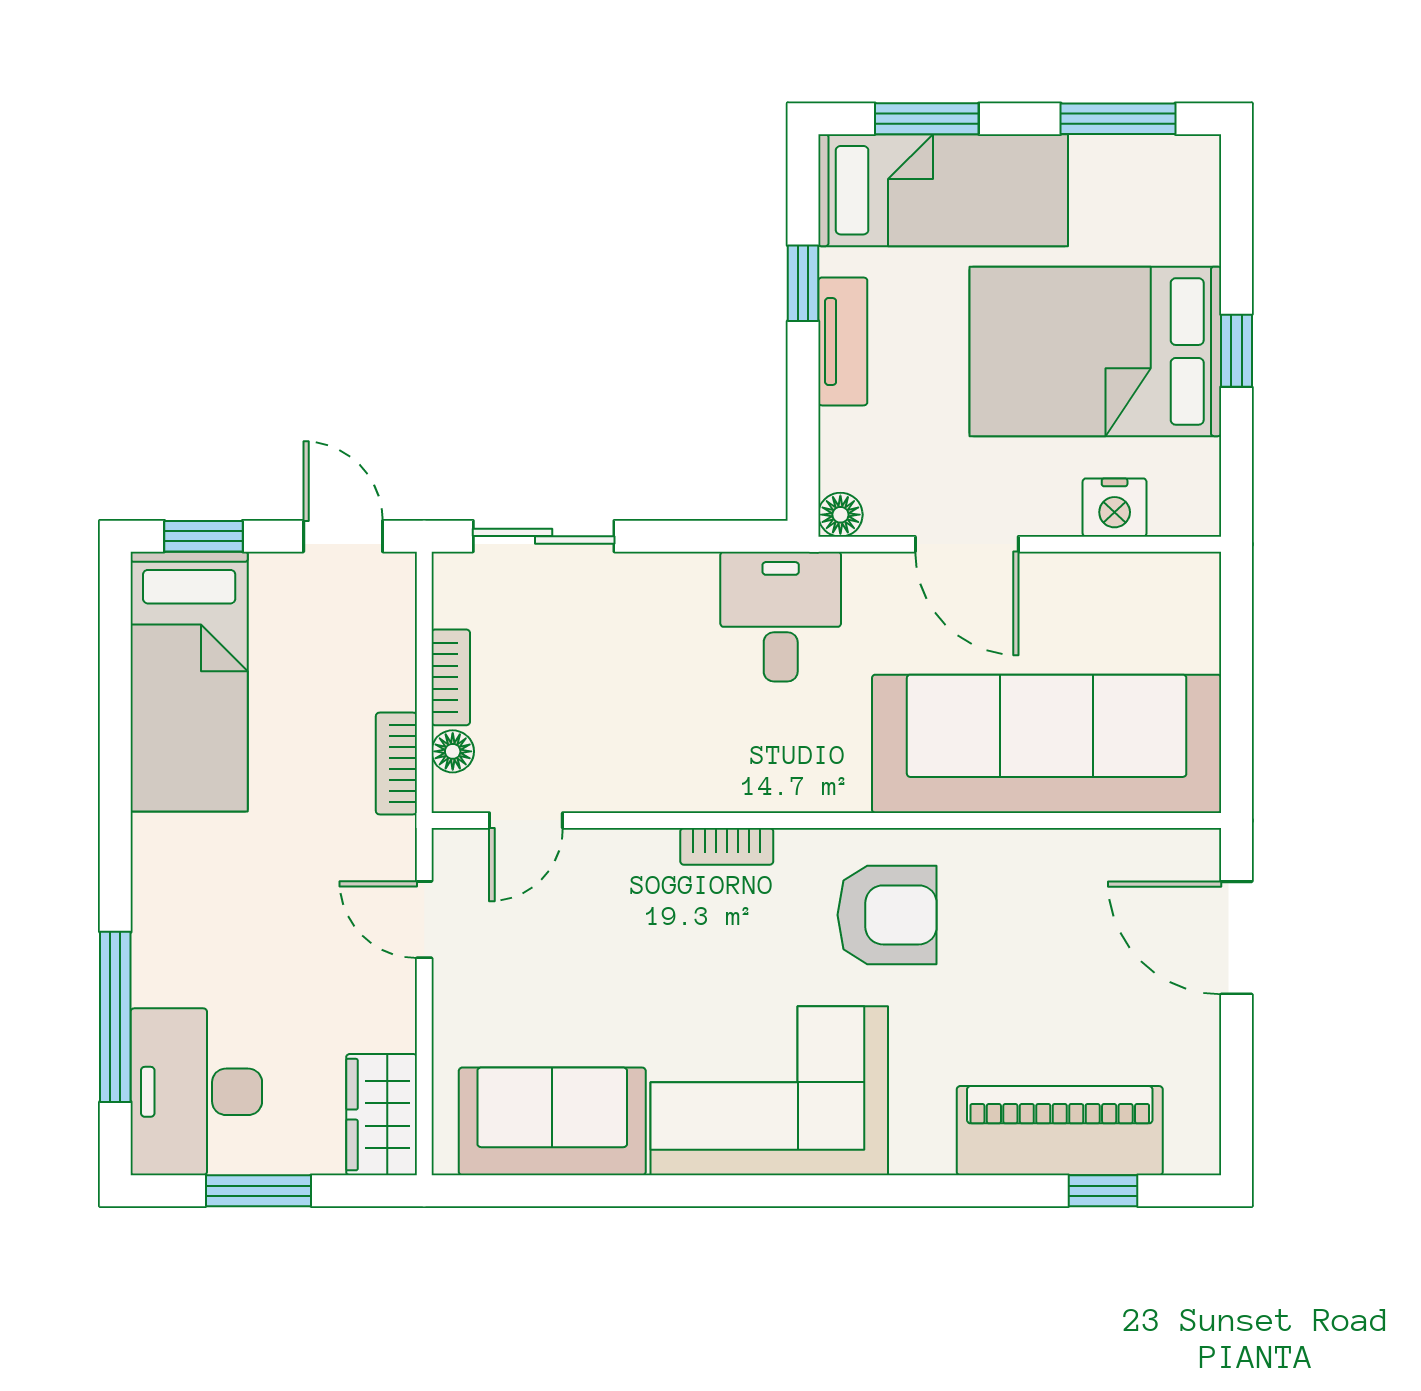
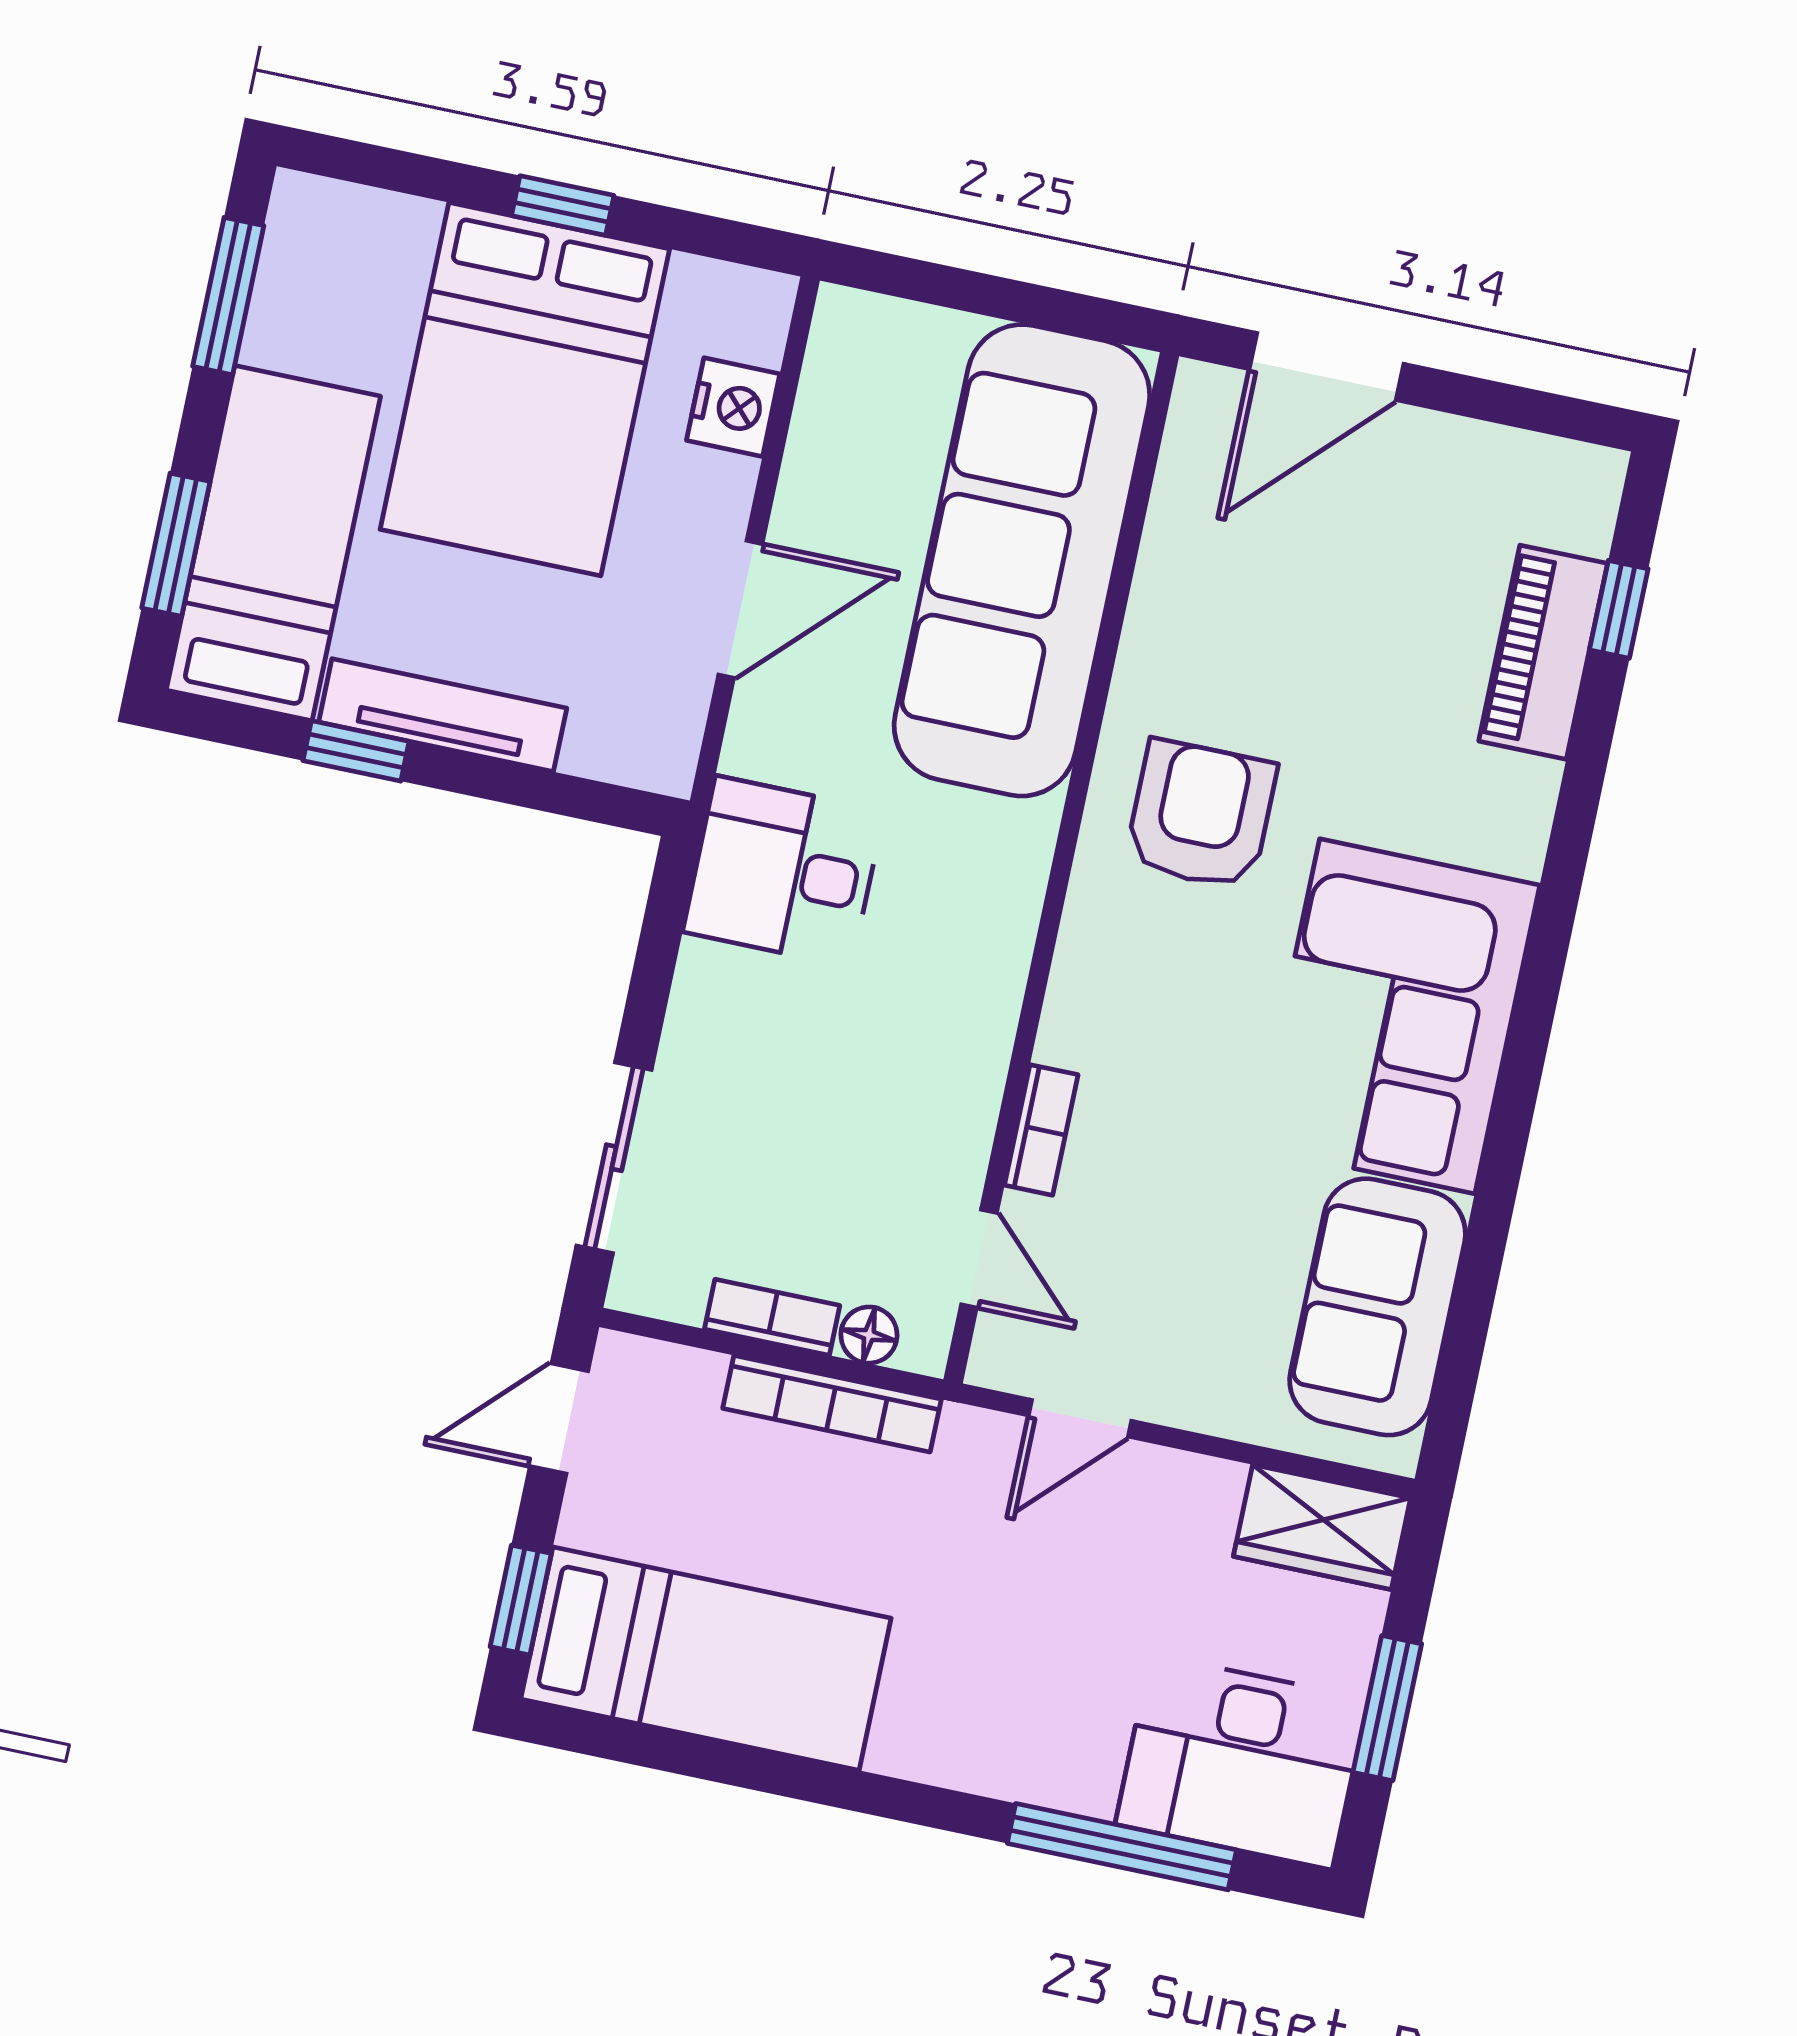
tv unit: (843, 341) -> (443, 715), width x1.41
floor lamp: (840, 515) -> (667, 766), removed
bookcase: (396, 764) -> (832, 1404), width x1.56
bookcase: (727, 846) -> (1041, 1130), moved
piano: (1060, 1131) -> (1543, 652), width x0.73, depth x0.75

